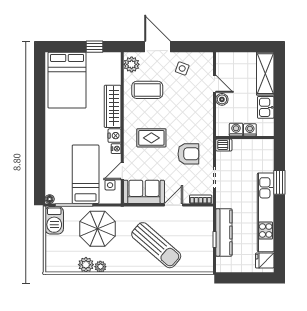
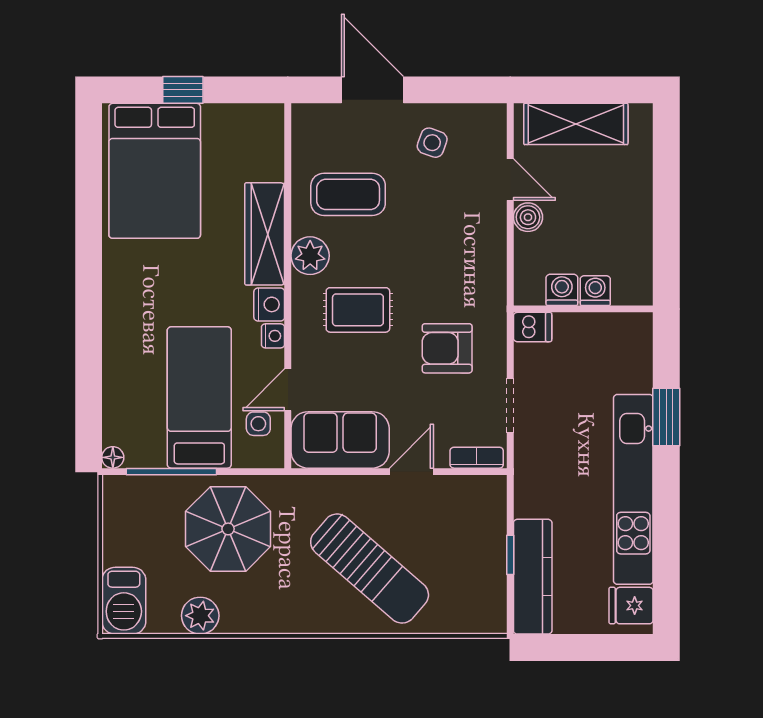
window: (95, 47) -> (183, 90), moved
plant: (132, 64) -> (310, 256), moved
shelving: (265, 74) -> (576, 124), moved, turned 90
kitchen sink: (266, 107) -> (634, 236), removed
armchair: (188, 154) -> (447, 348), turned 180
barbecue: (54, 220) -> (124, 601), moved
kitchen counter: (224, 232) -> (533, 577), moved
plant: (100, 267) -> (235, 620), removed

